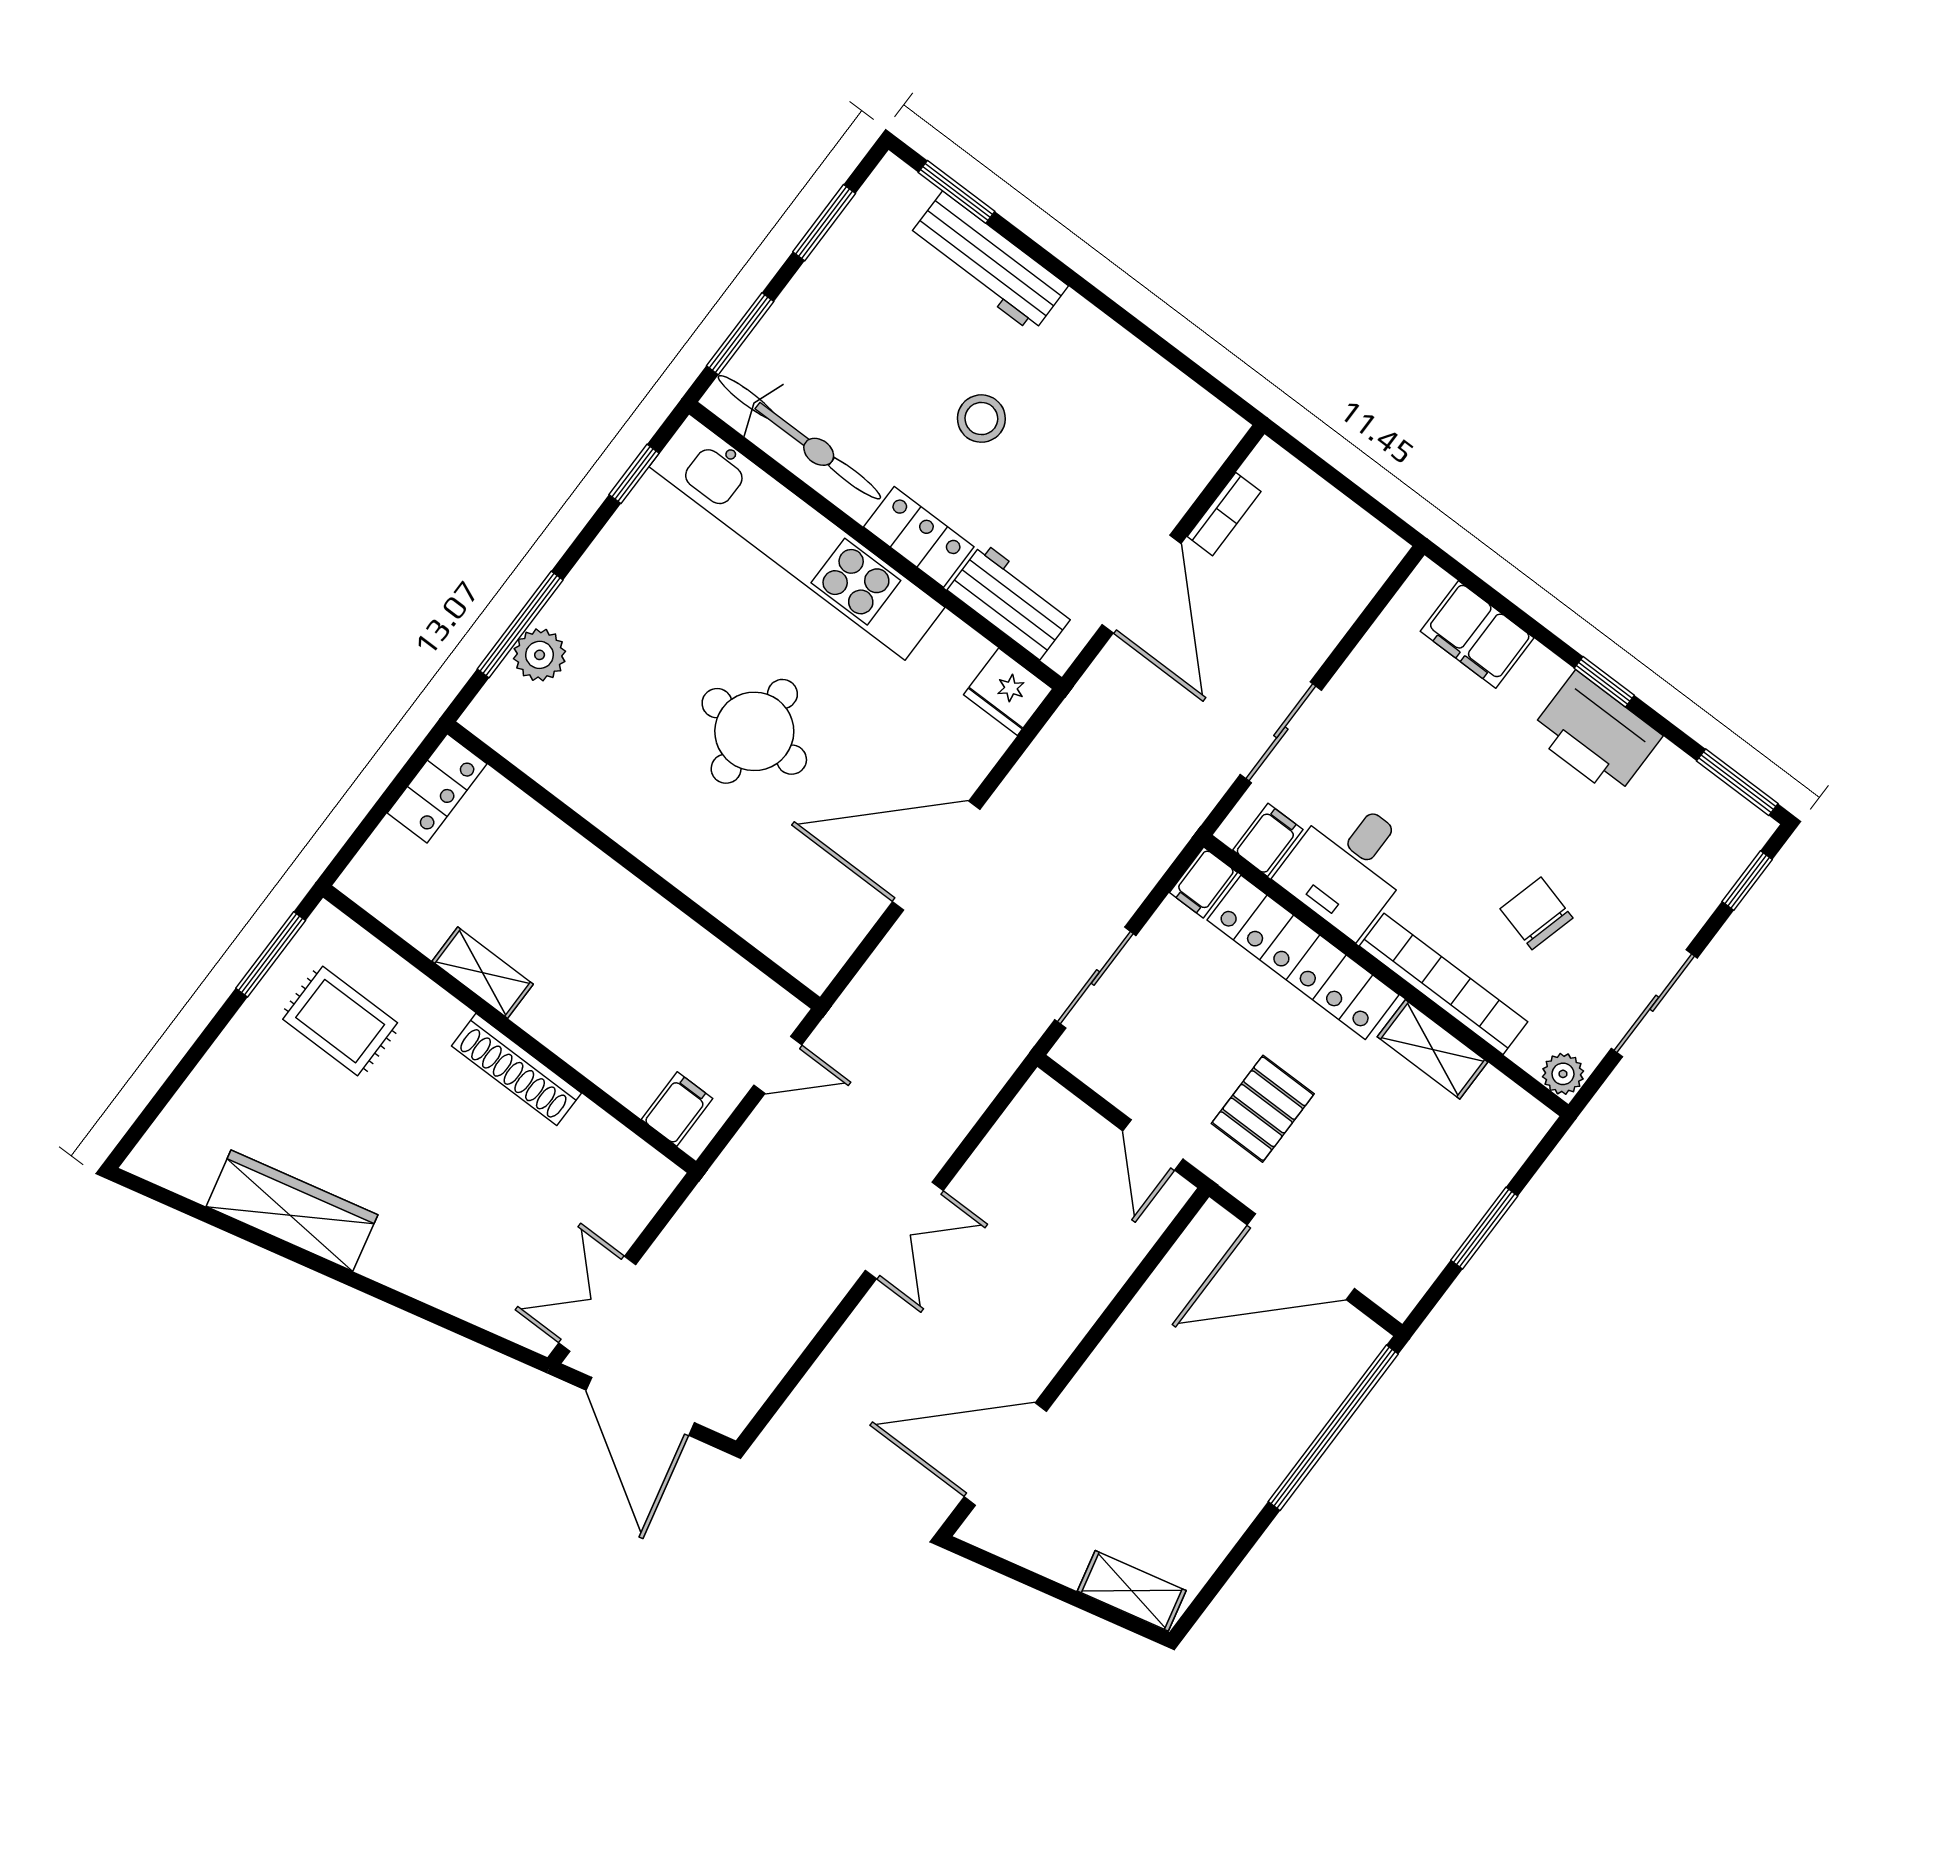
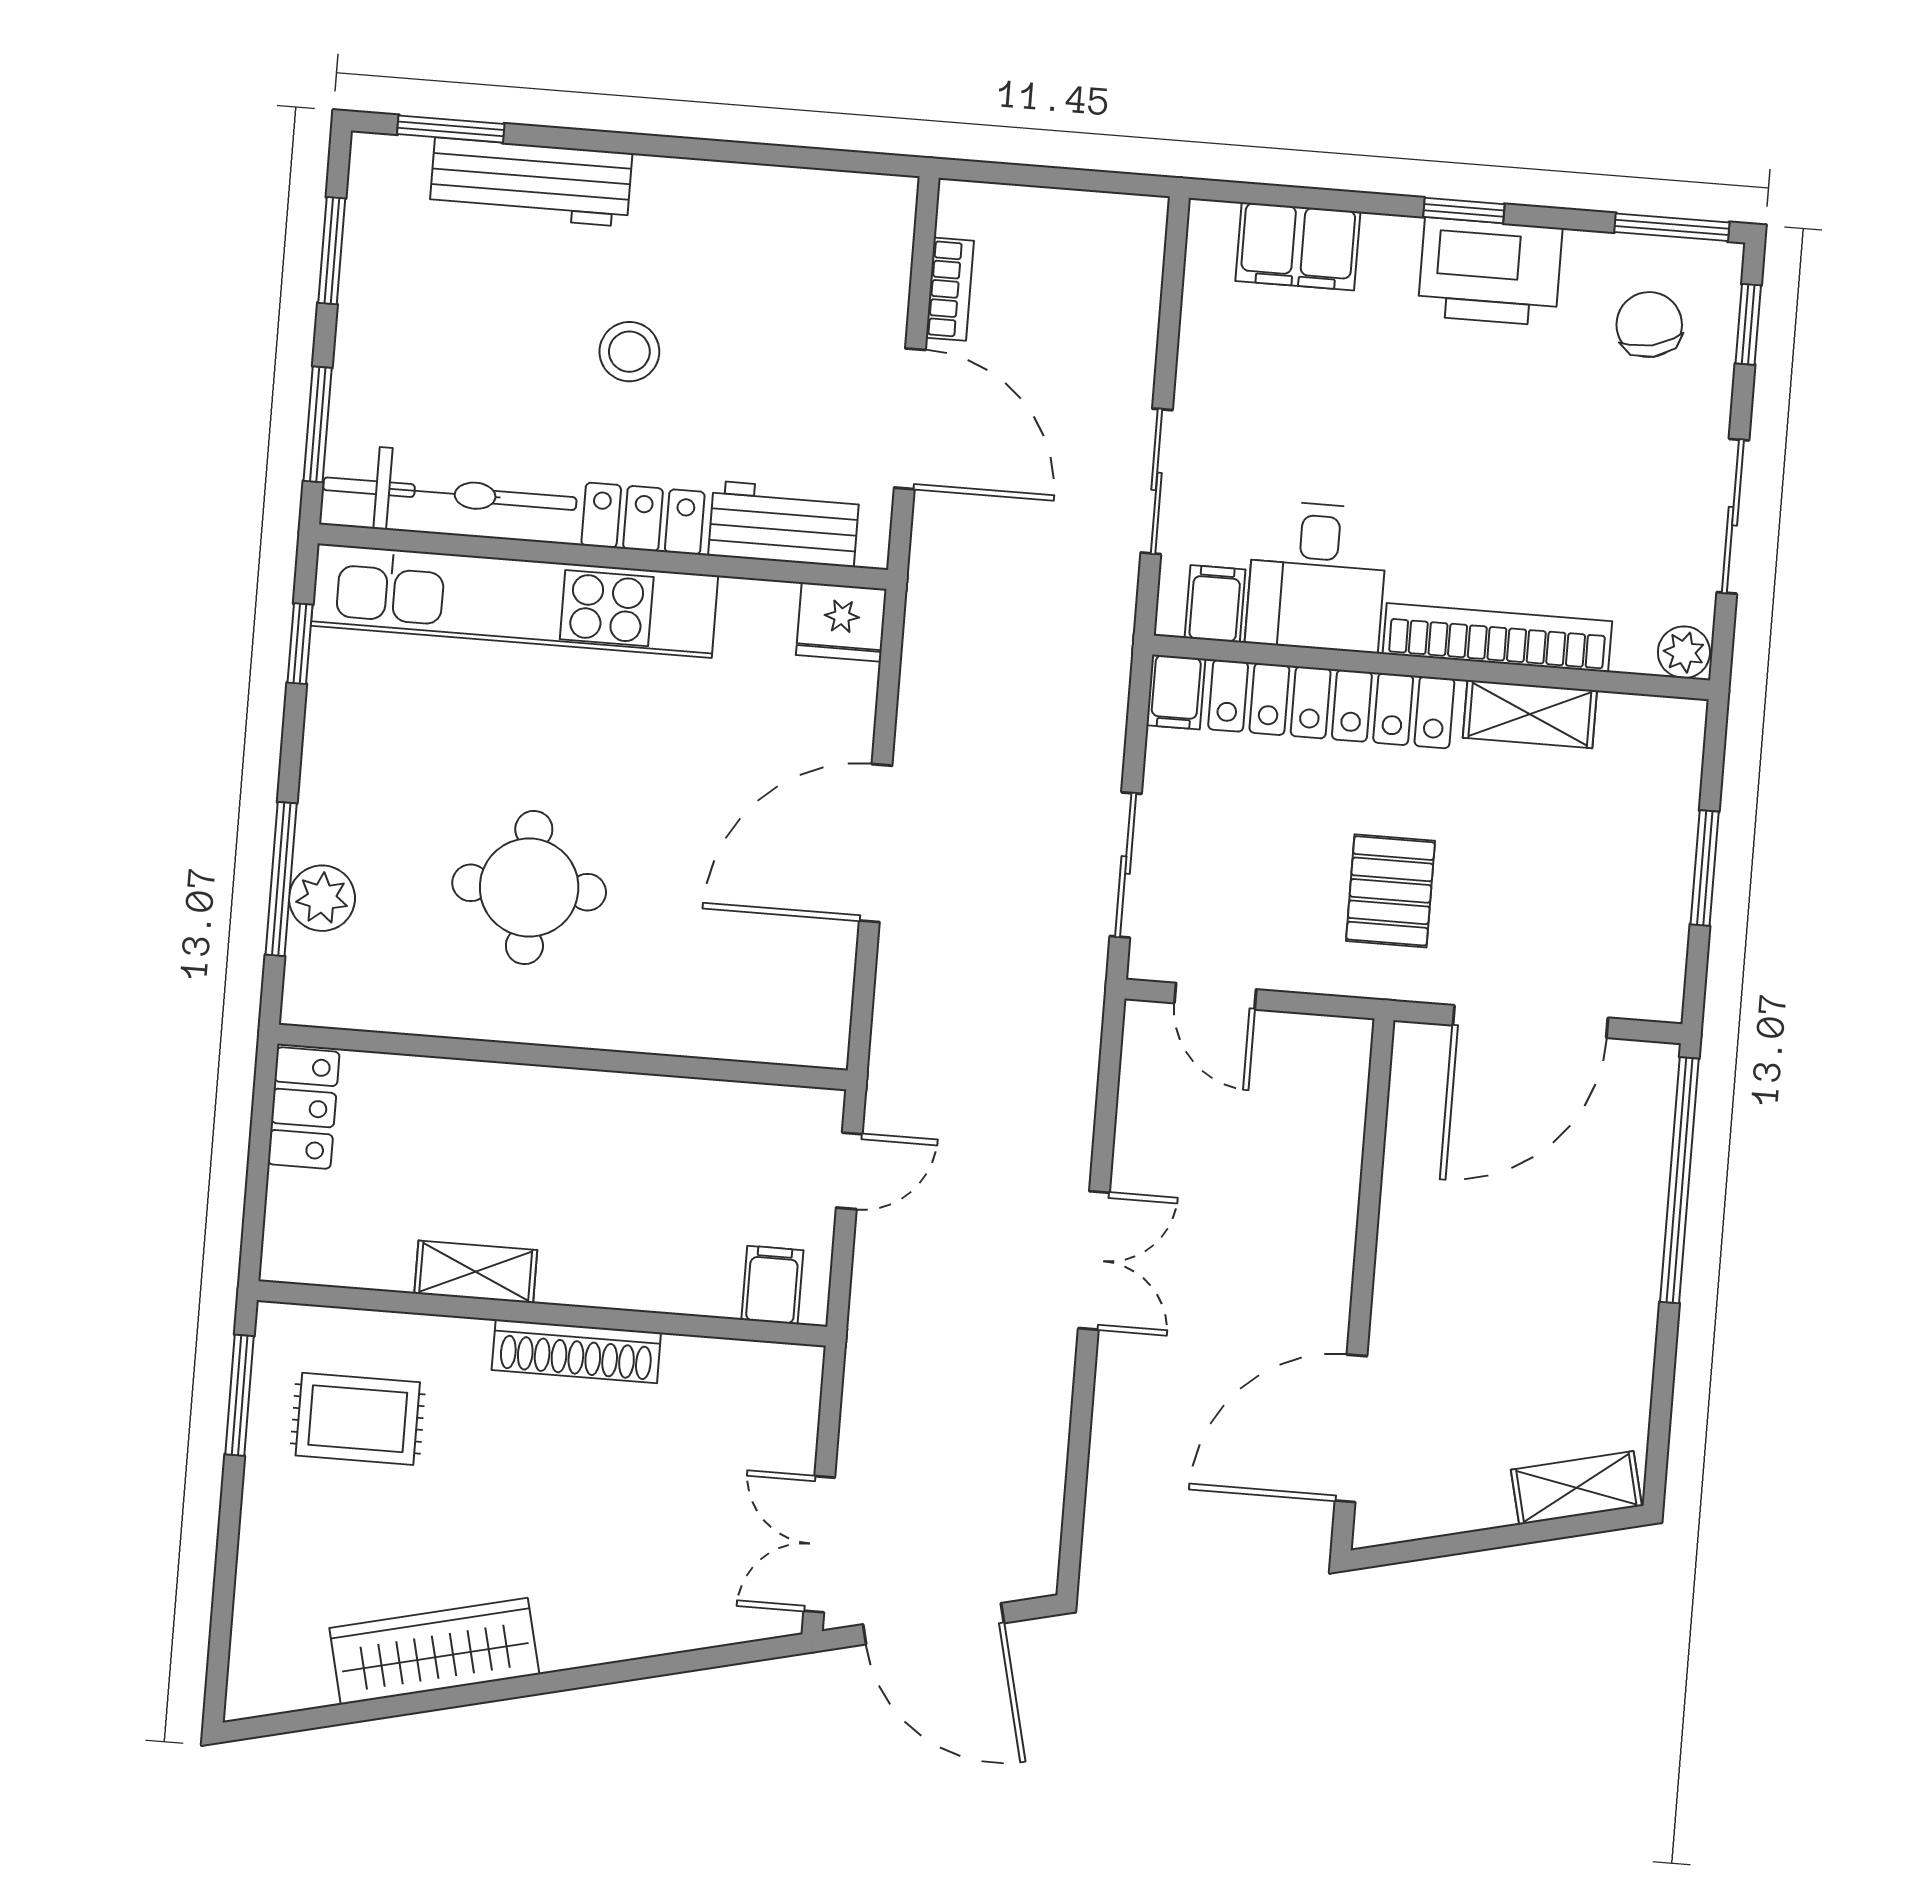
round table: (754, 731) -> (529, 888), moved
chair: (1537, 913) -> (1649, 325), moved, turned 62
door: (1153, 1145) -> (1215, 996), moved

